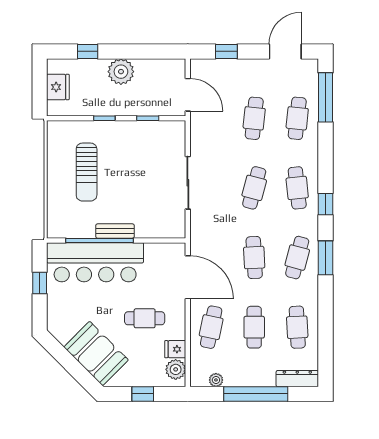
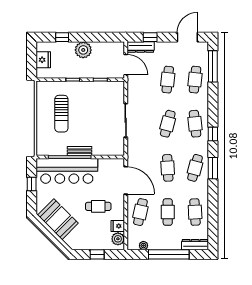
dresser: (211, 67) -> (141, 47), added
booth: (96, 354) -> (58, 219), moved

